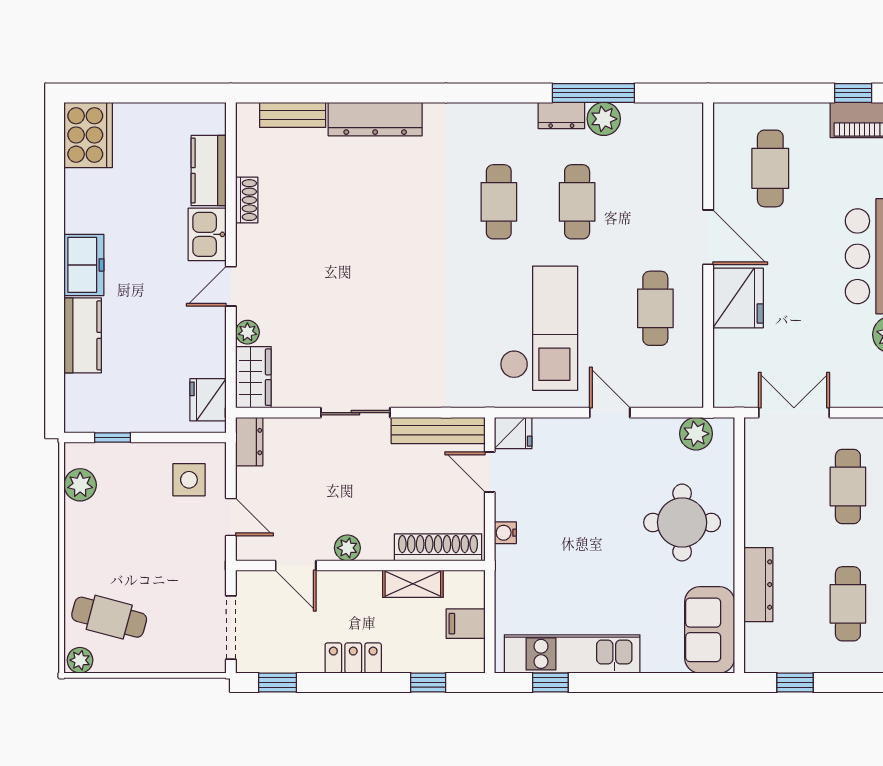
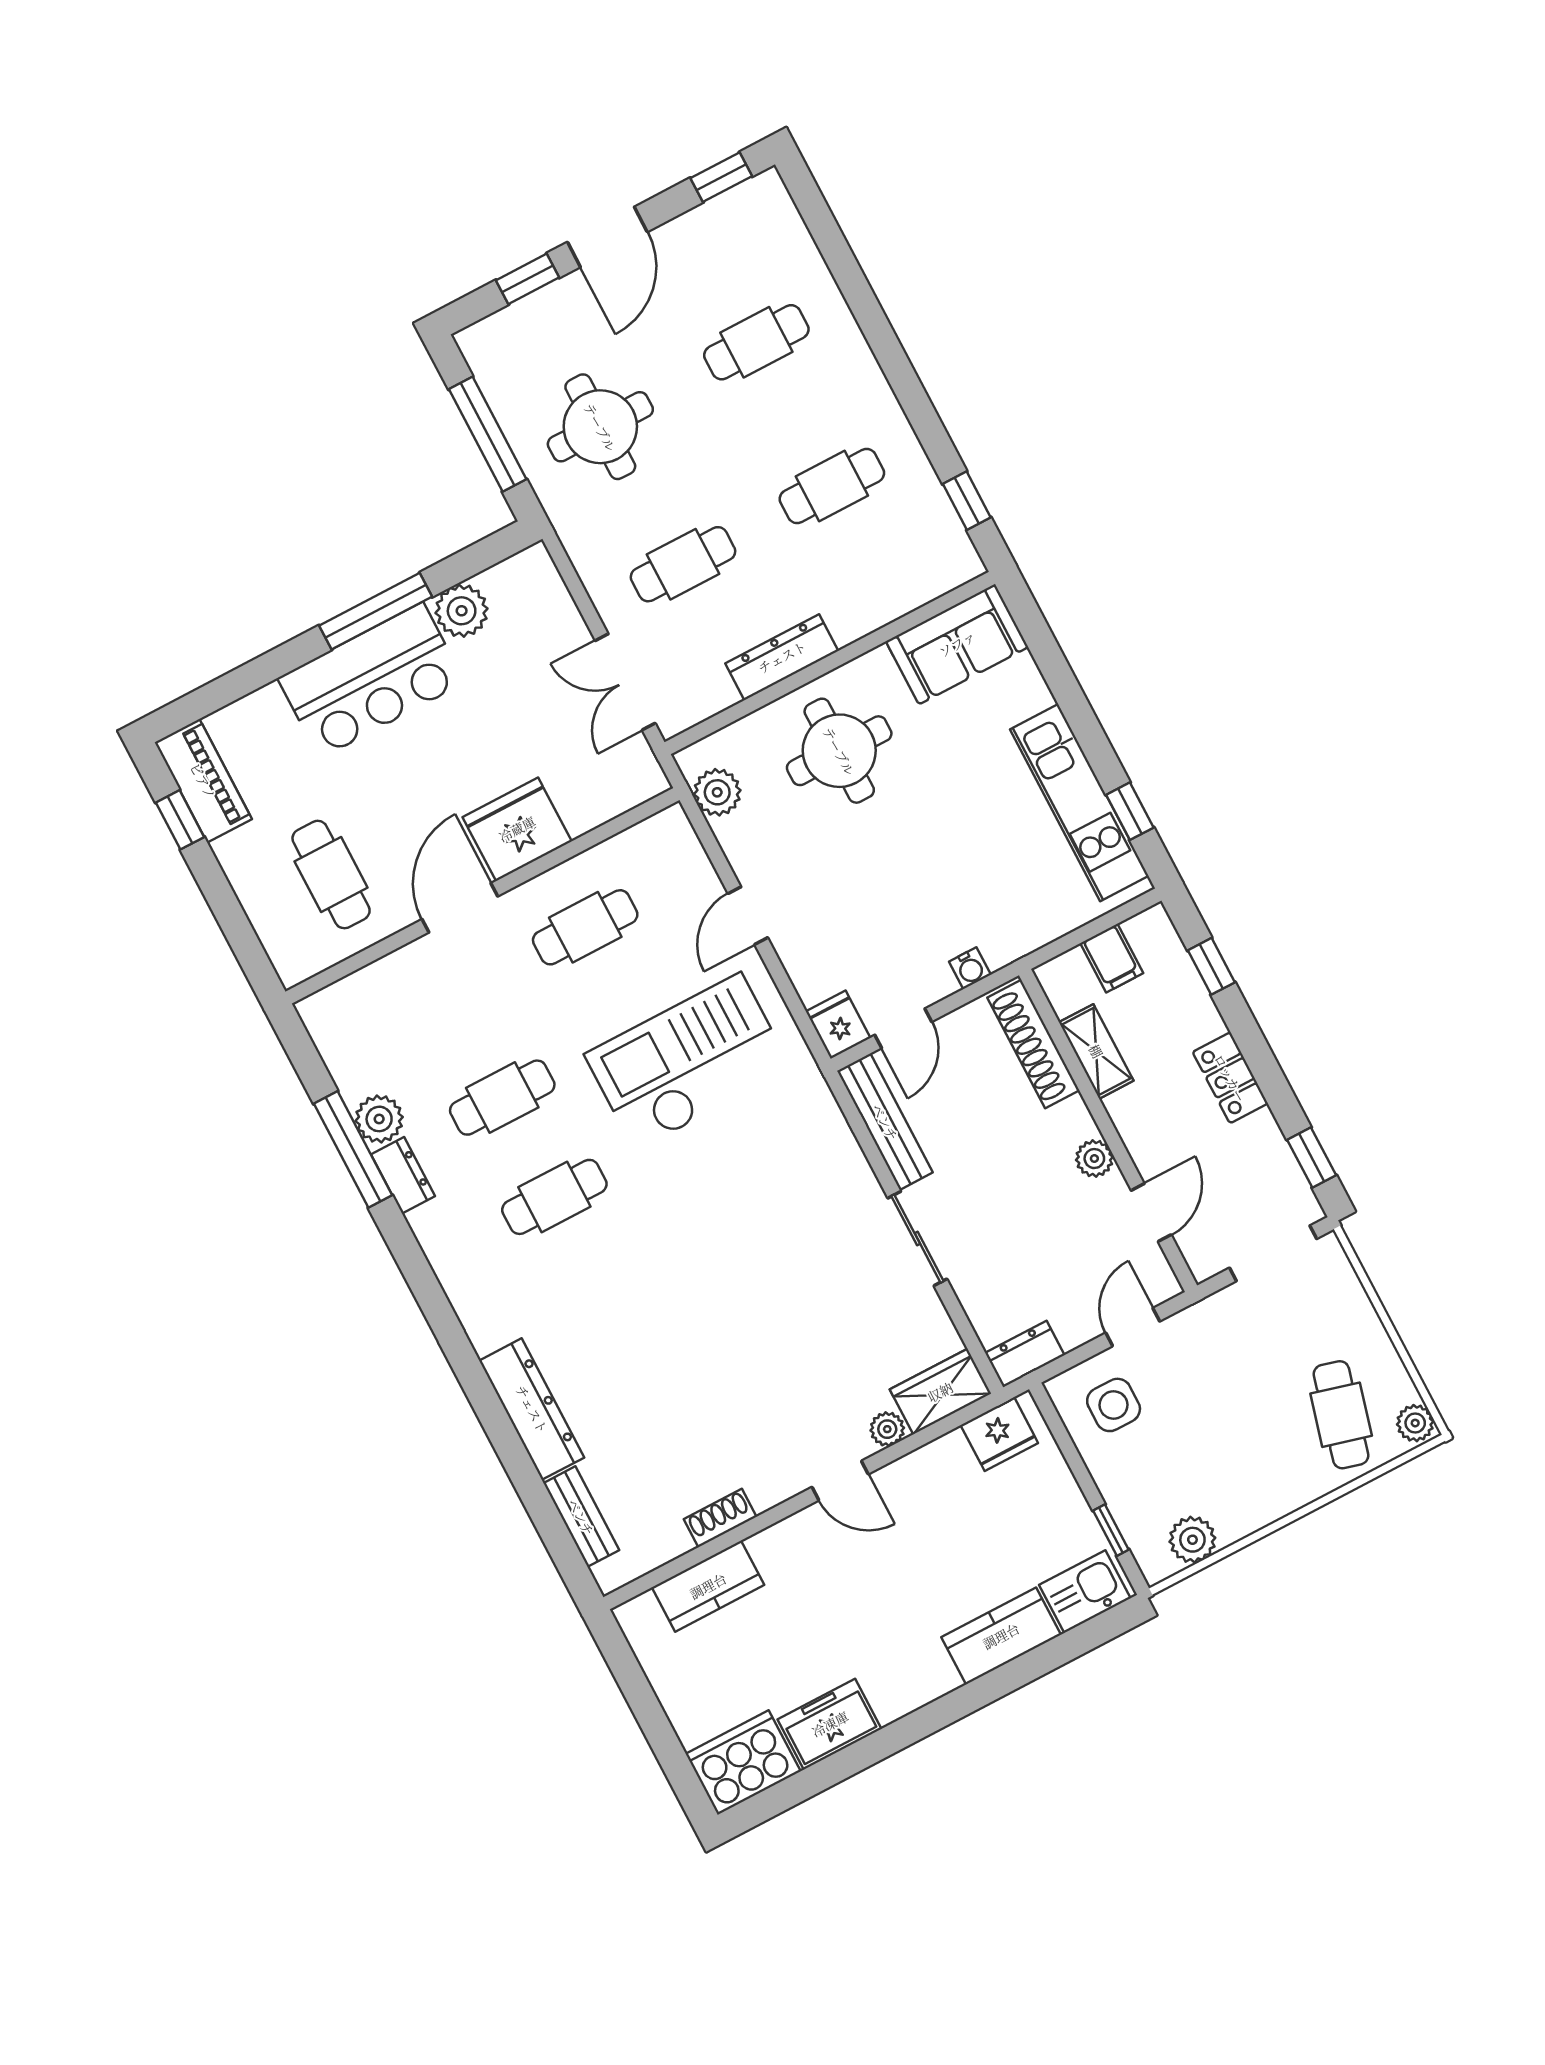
cafe table: (770, 168) -> (331, 875), turned 90
kitchen sink: (207, 234) -> (1085, 1592), moved, turned 180
freezer: (84, 265) -> (830, 1724), moved
dresser: (758, 585) -> (782, 657), moved

